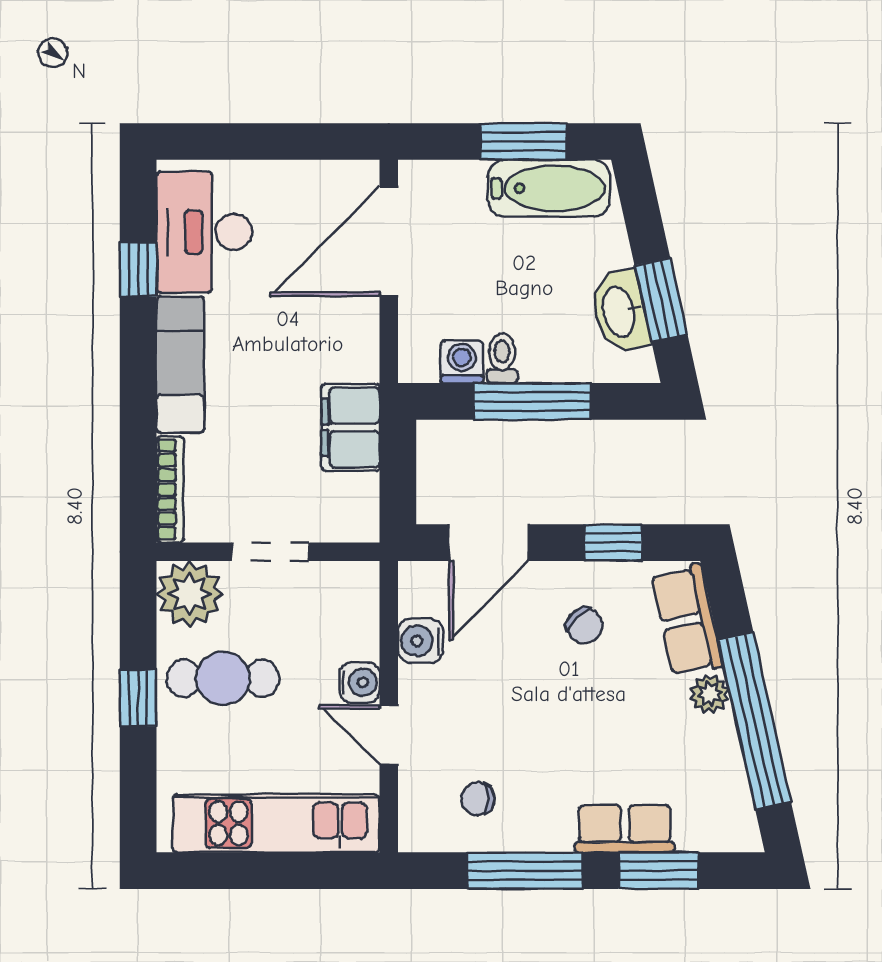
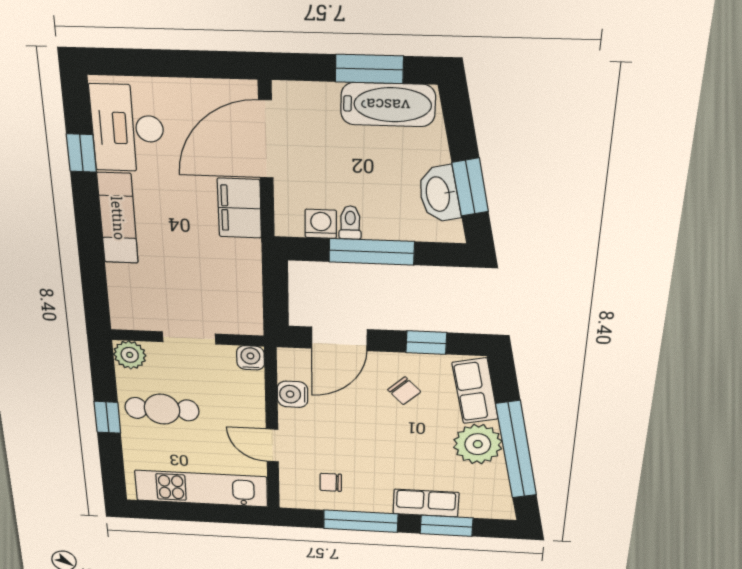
filing cabinet: (351, 427) -> (239, 208), moved
bookcase: (170, 489) -> (117, 297), removed
plant: (190, 594) -> (130, 355), width x0.73, depth x0.73
water cooler: (360, 682) -> (251, 358), moved, turned -90
plant: (710, 694) -> (478, 444), width x1.87, depth x1.87

